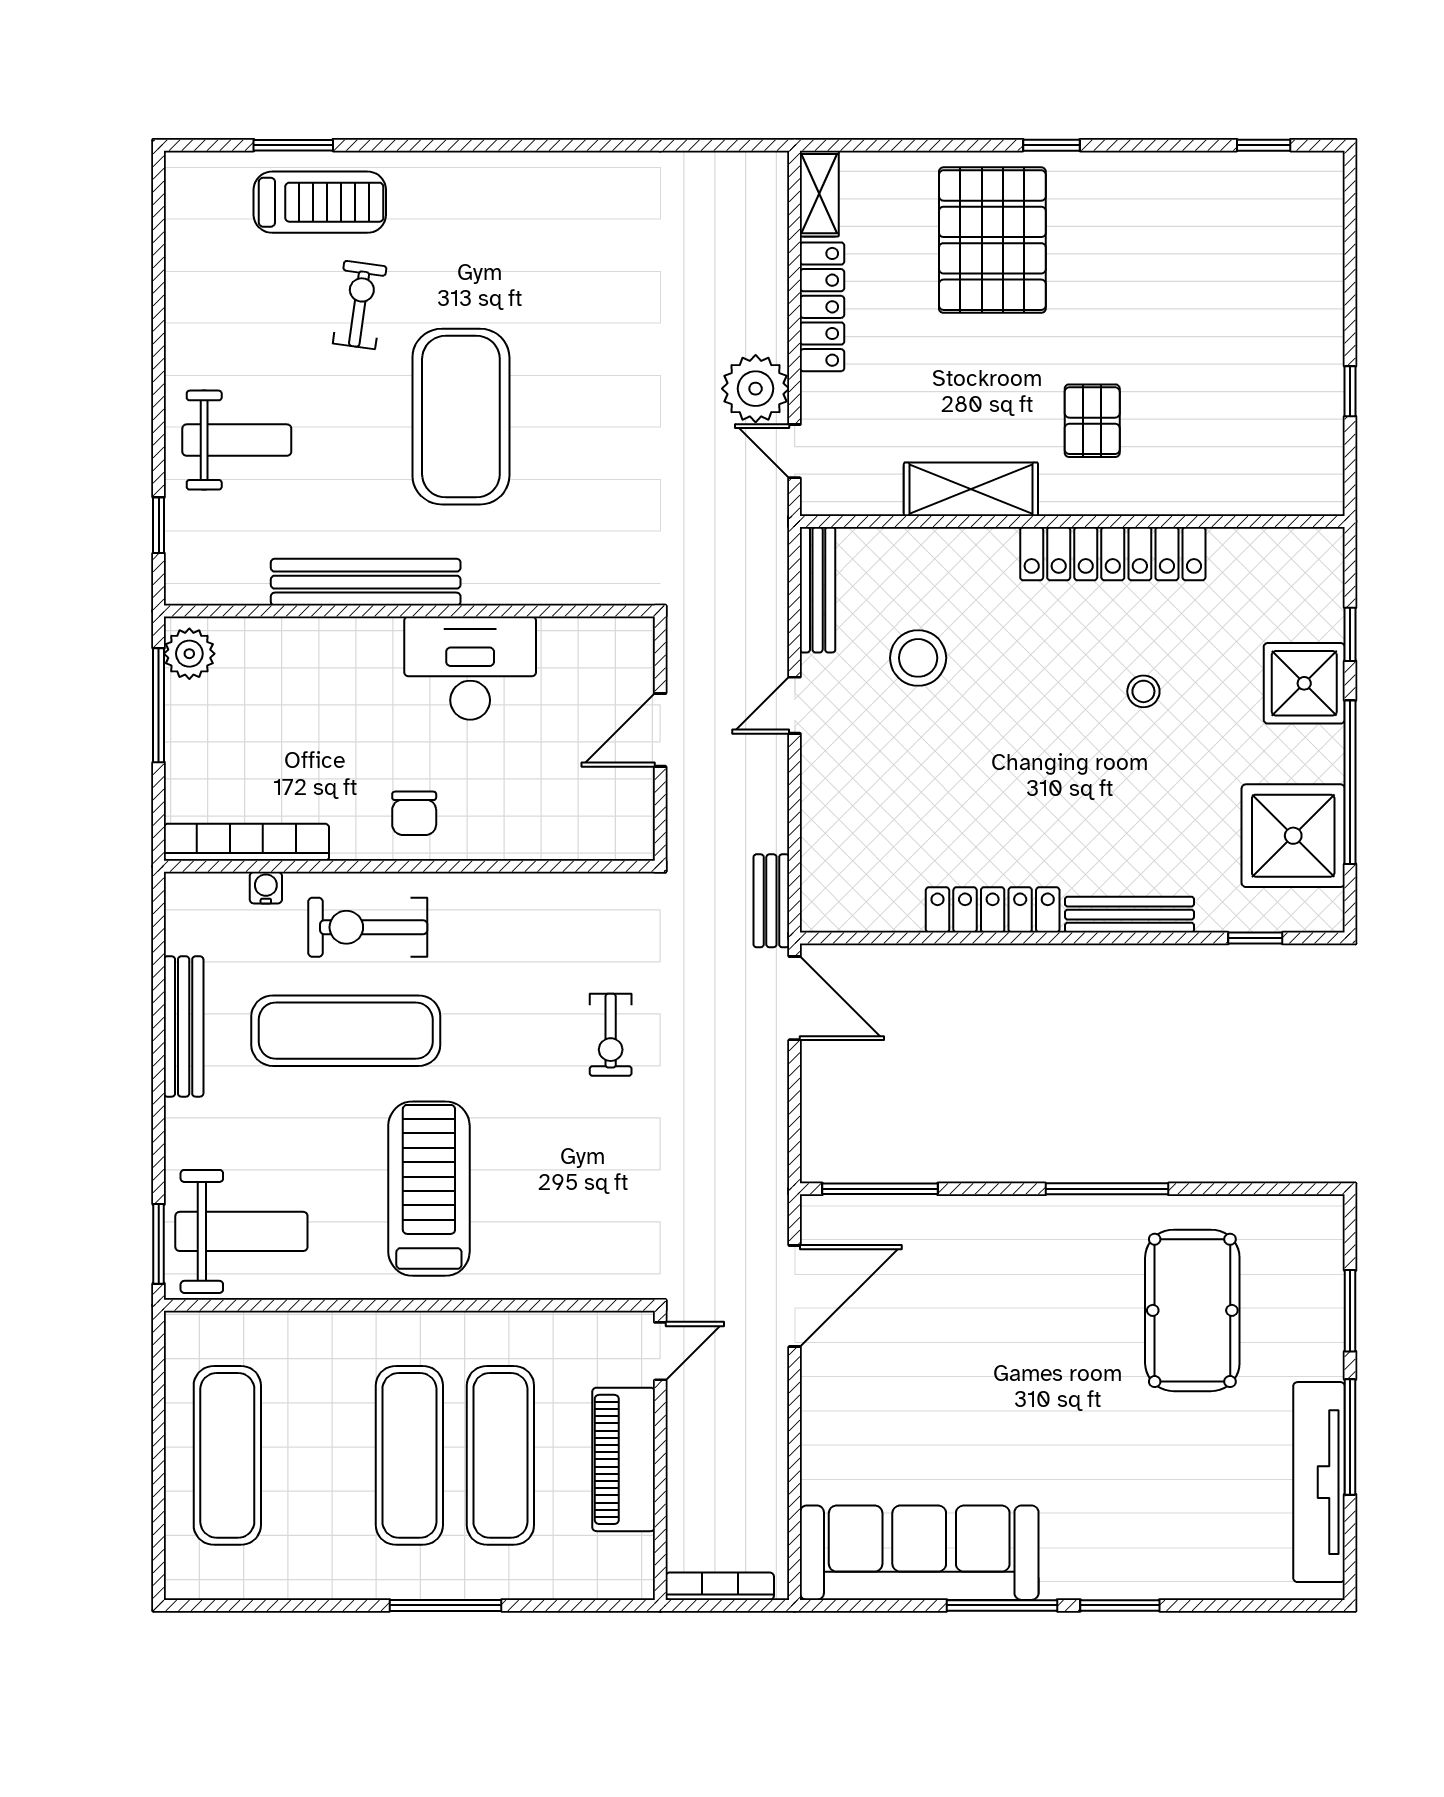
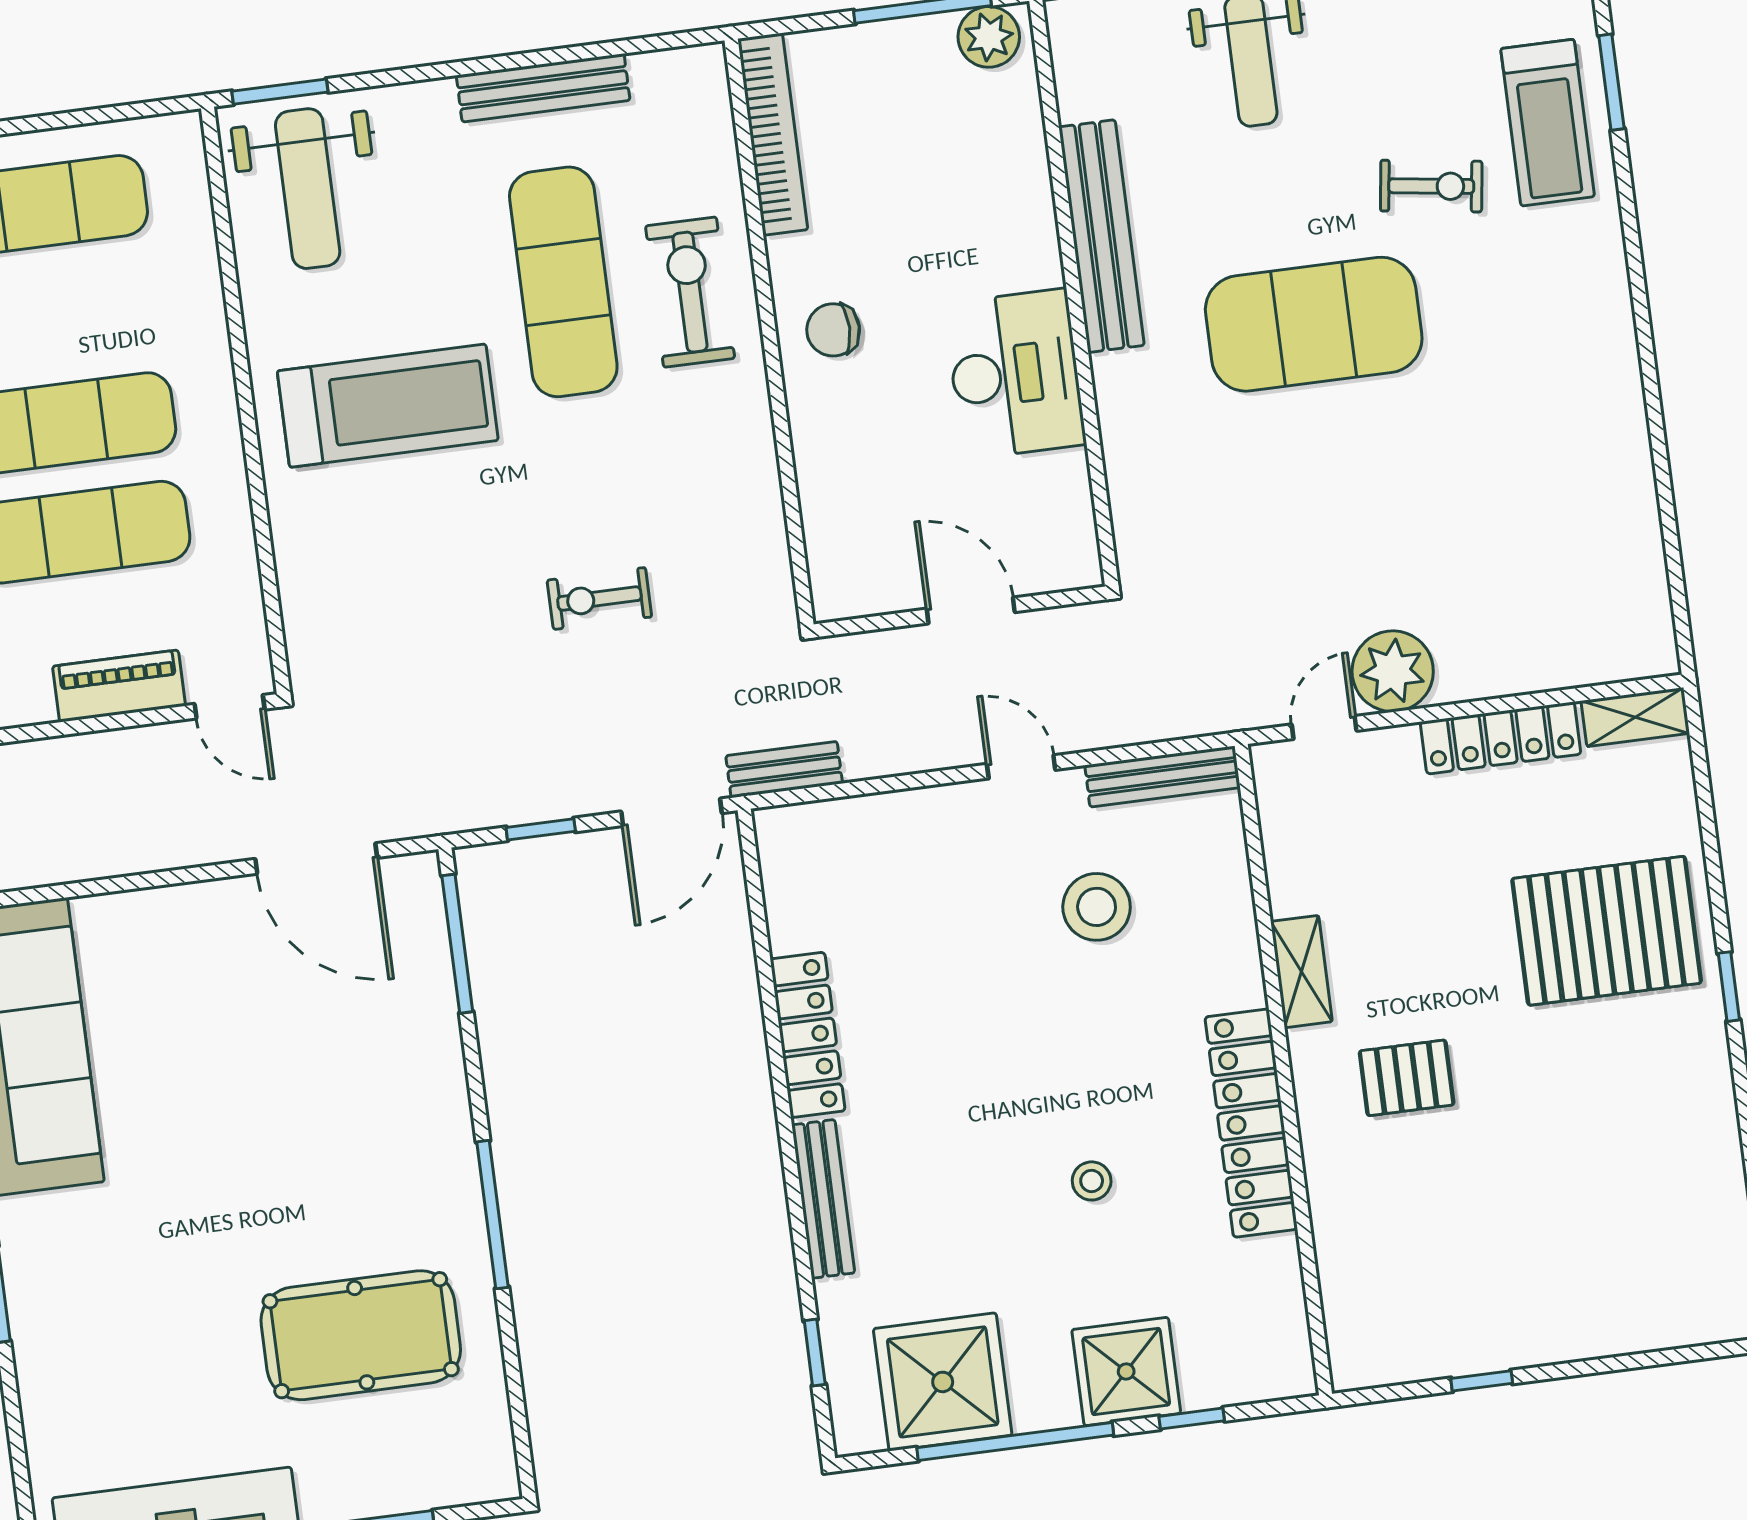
shelving: (971, 489) -> (1301, 972), width x0.67, depth x0.75
water cooler: (266, 888) -> (721, 164), removed
window: (795, 1108) -> (541, 829), added
piano: (624, 1459) -> (119, 686), width x0.73, depth x0.75

